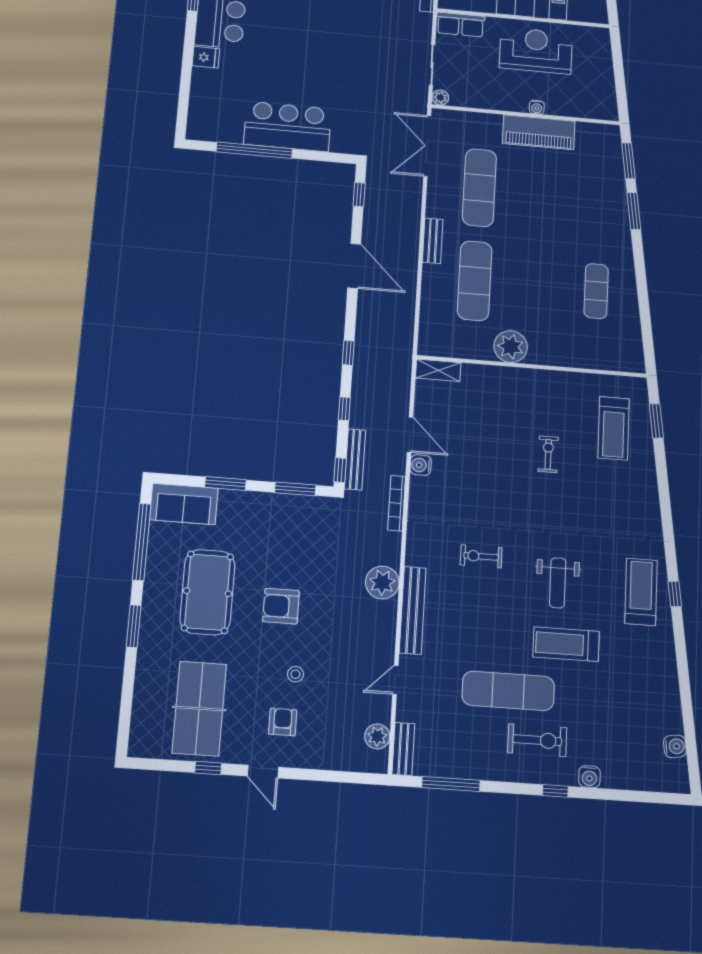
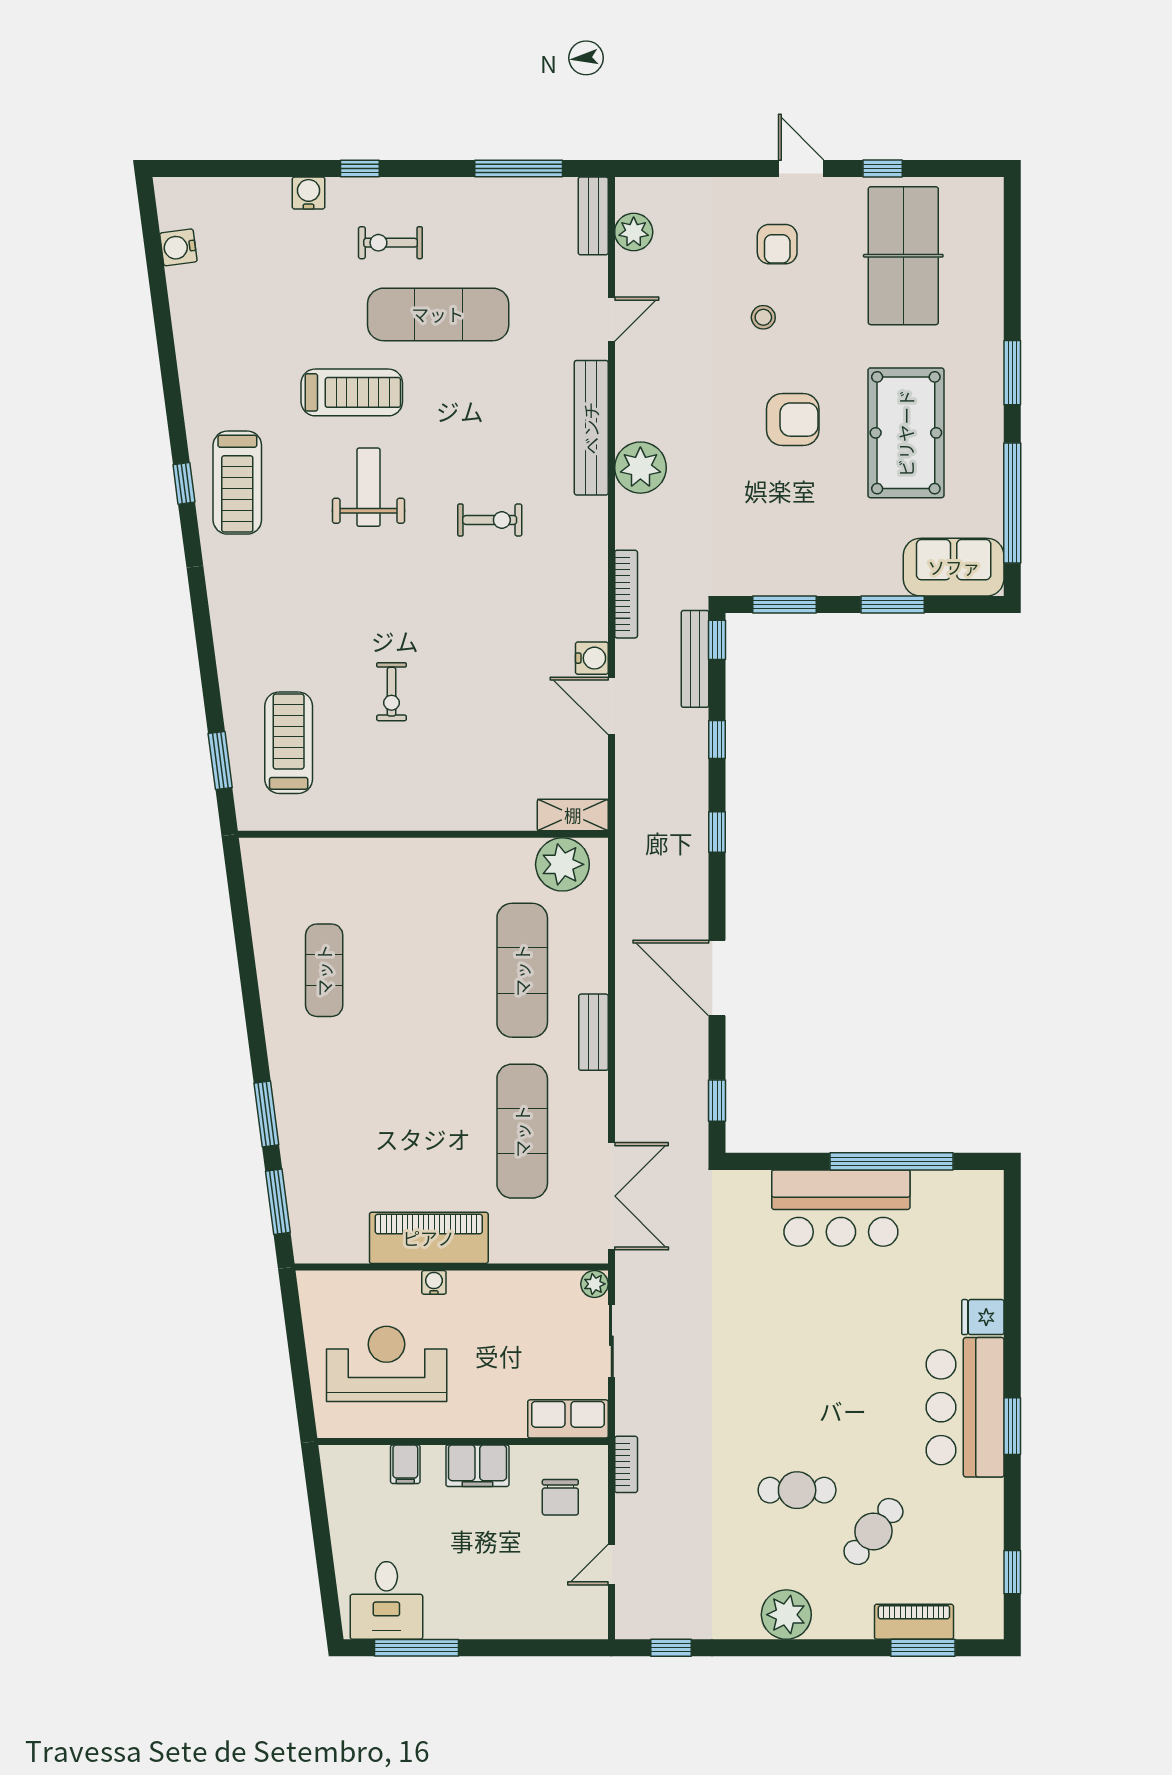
reception desk: (536, 51) -> (387, 1364), moved, turned 180
plant: (511, 347) -> (562, 864), moved
exercise bike: (537, 740) -> (390, 243), width x0.73, depth x0.72

